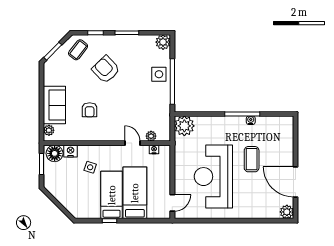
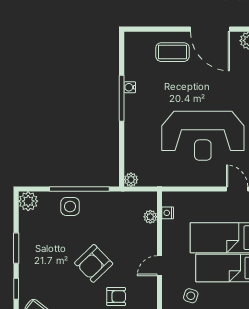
armchair: (106, 69) -> (94, 263), moved
plant: (184, 126) -> (131, 180), width x0.53, depth x0.53
door: (132, 143) -> (159, 266), moved
coffee table: (252, 159) -> (173, 52), moved
door: (296, 182) -> (210, 29), hinge flipped

